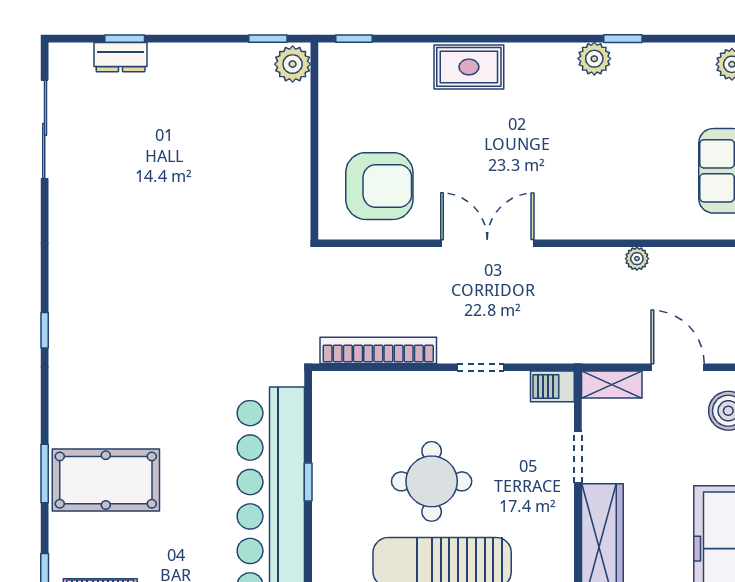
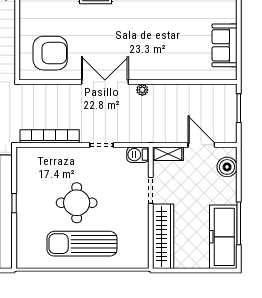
plant: (637, 259) -> (142, 90), moved

